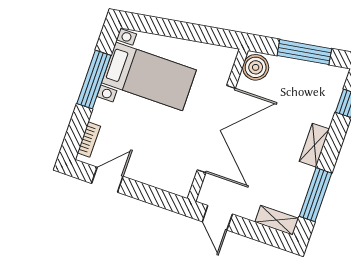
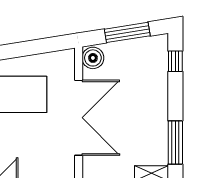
shelving: (314, 145) -> (161, 104), removed

